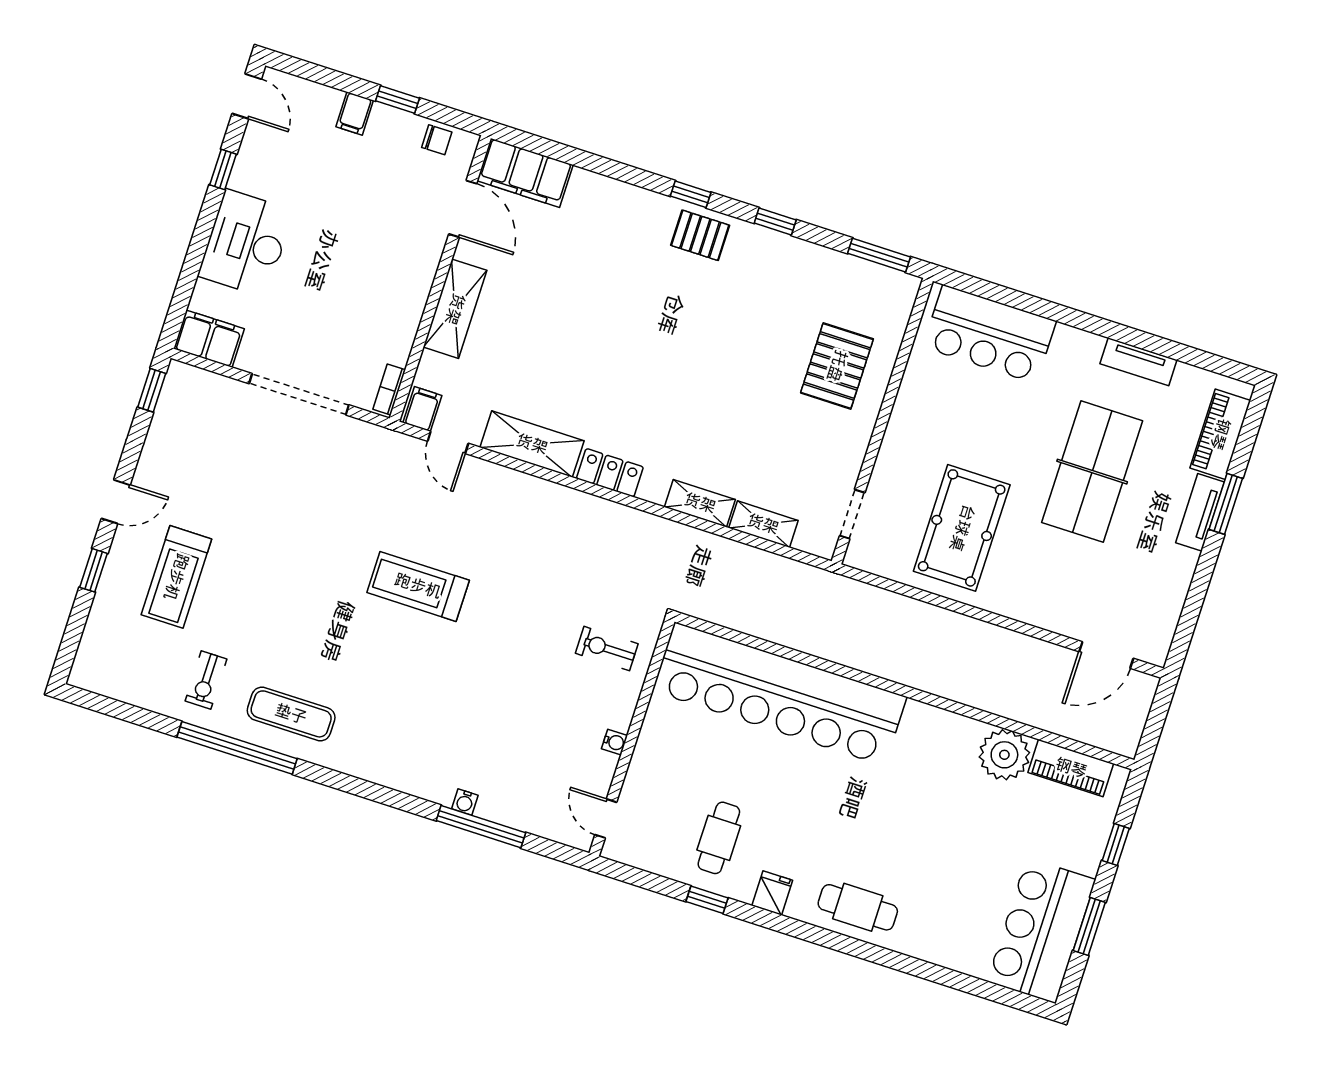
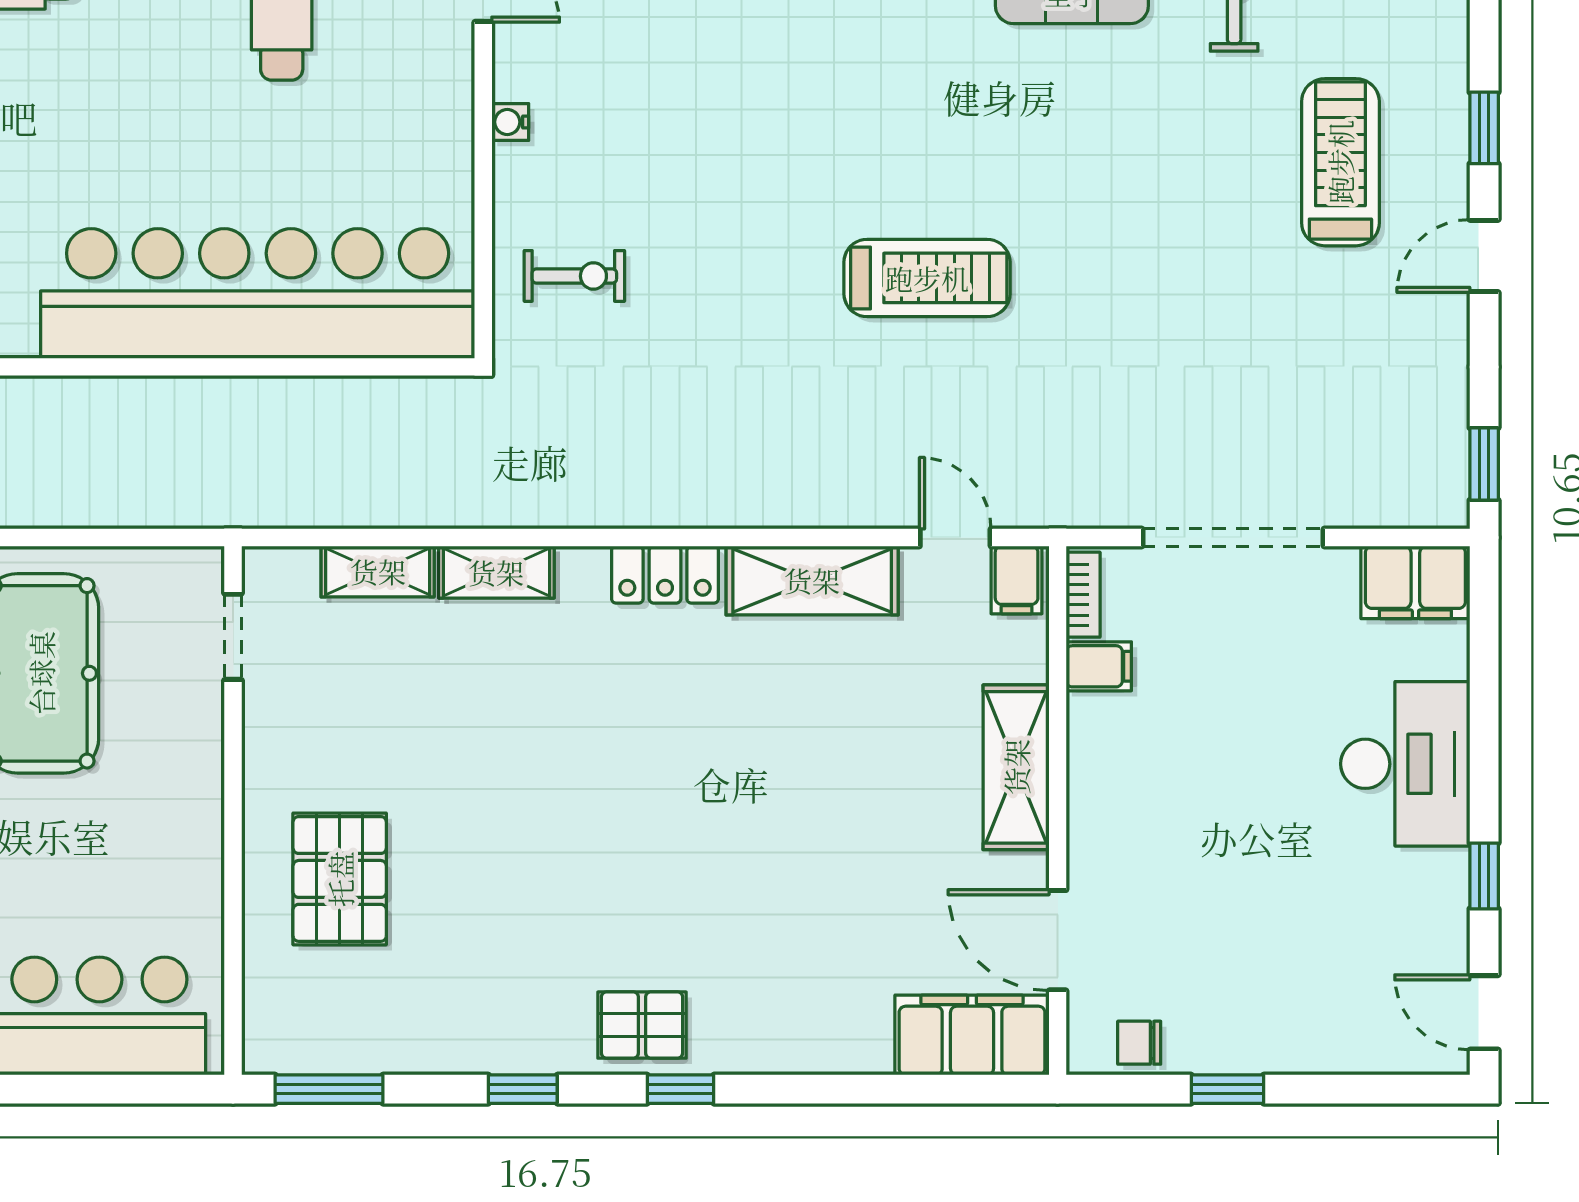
filing cabinet: (355, 114) -> (1099, 666), moved, turned 90

